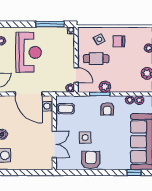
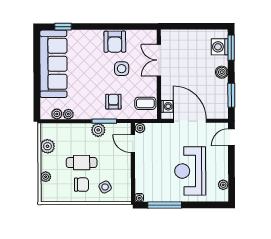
cafe table: (96, 59) -> (82, 163), moved
armchair: (107, 109) -> (113, 102), moved

